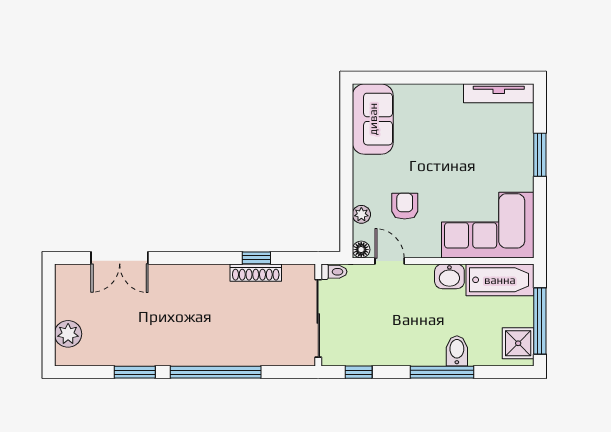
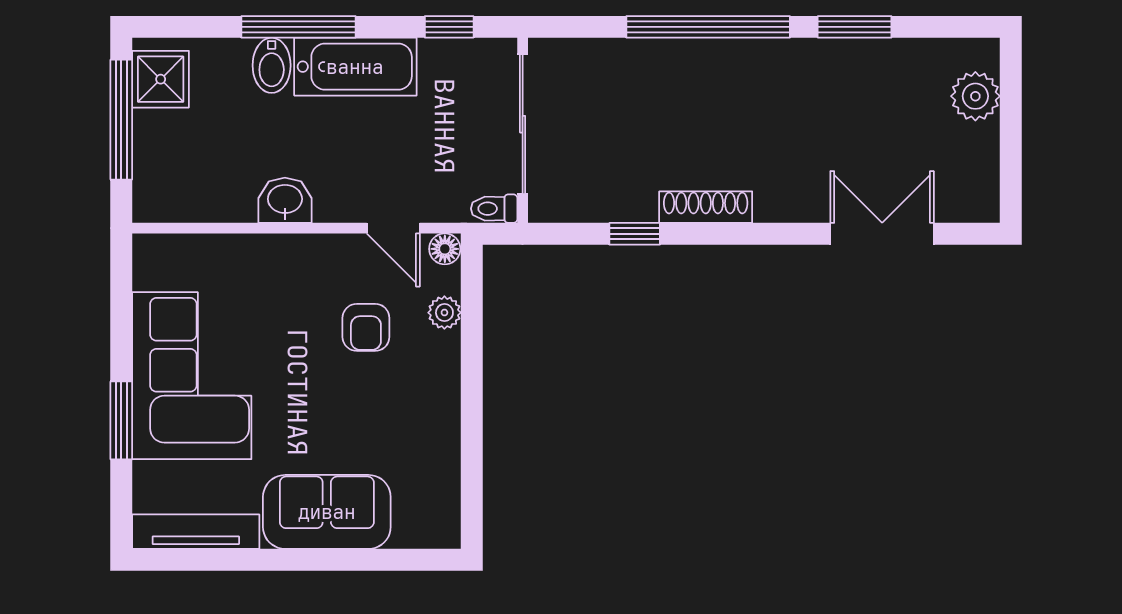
sofa: (373, 119) -> (327, 512), moved, turned 90
corner sofa: (488, 225) -> (192, 376), moved, turned -90
shoe rack: (256, 273) -> (706, 207), moved
bathtub: (500, 280) -> (355, 67), moved, turned 180

